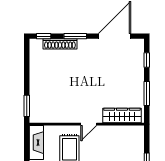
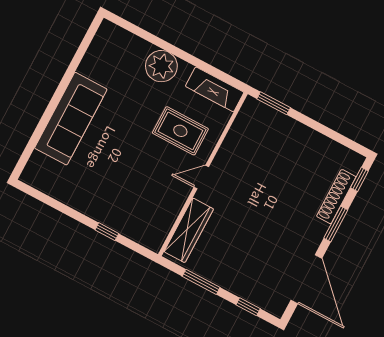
door: (89, 124) -> (201, 177), hinge flipped

